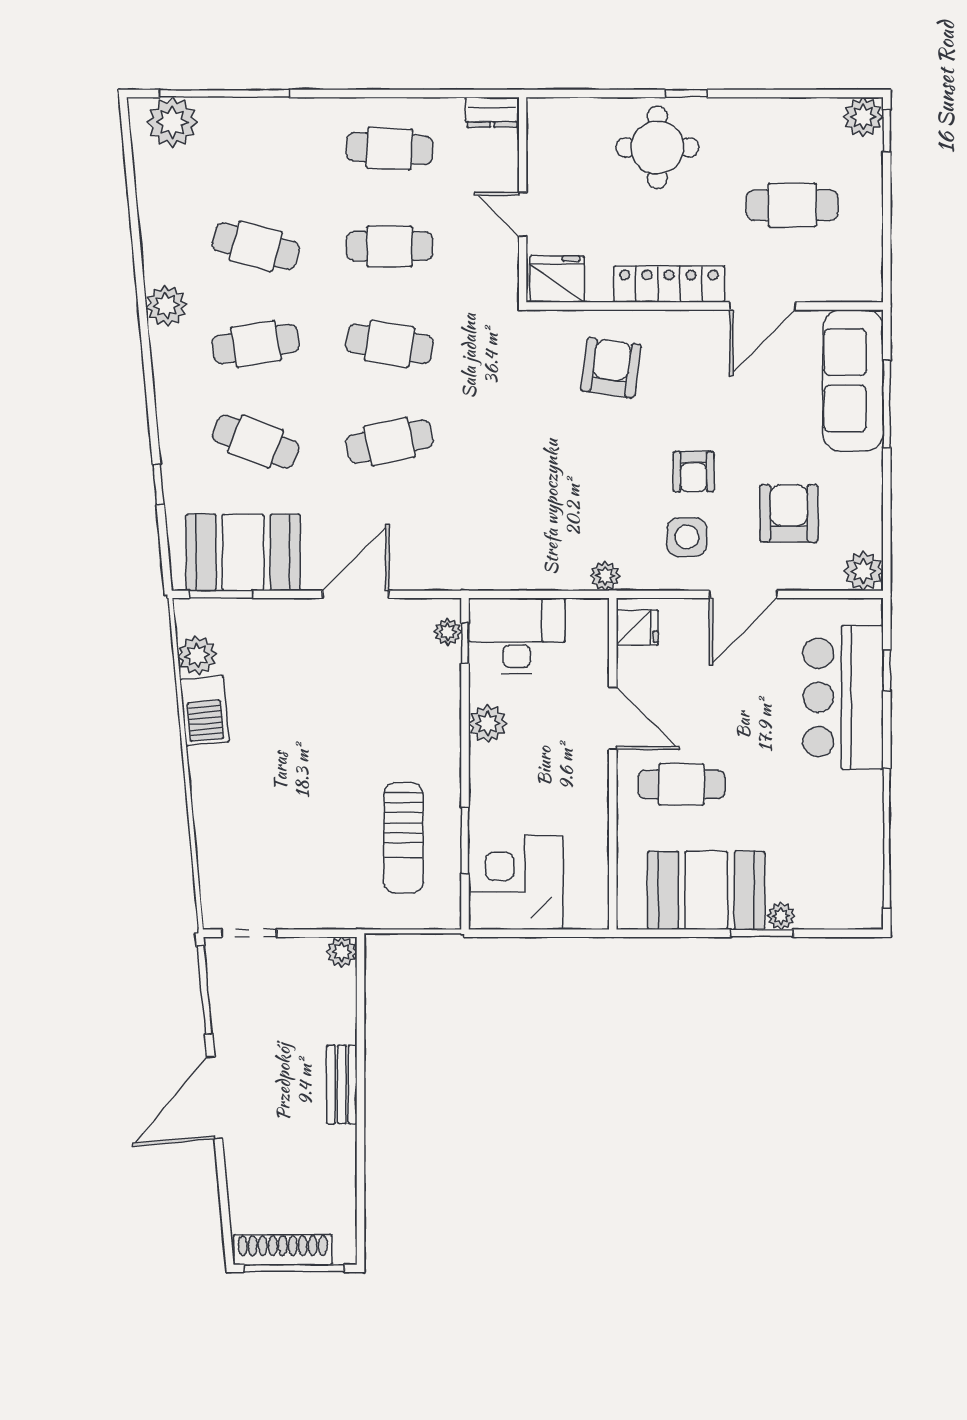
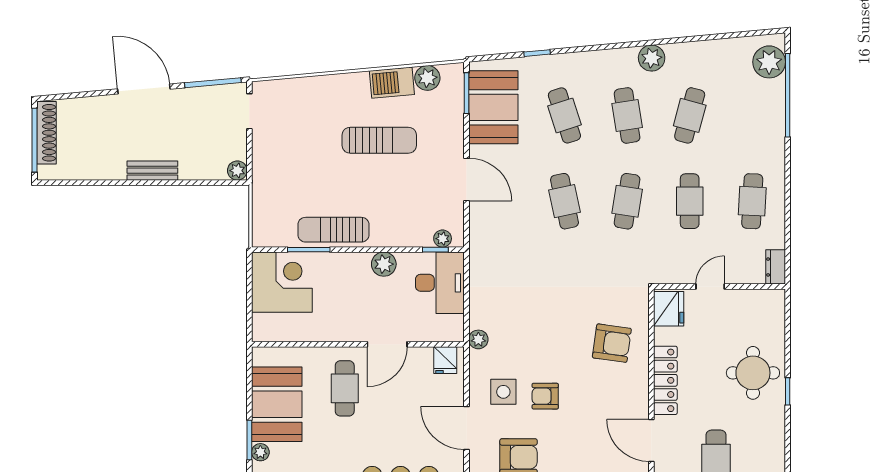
cafe table: (256, 442) -> (564, 115), turned -39
sun lounger: (294, 731) -> (379, 140), added
sun lounger: (403, 838) -> (333, 230), moved

